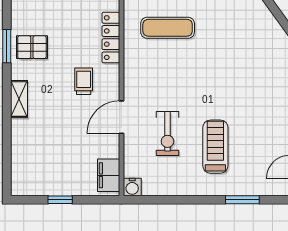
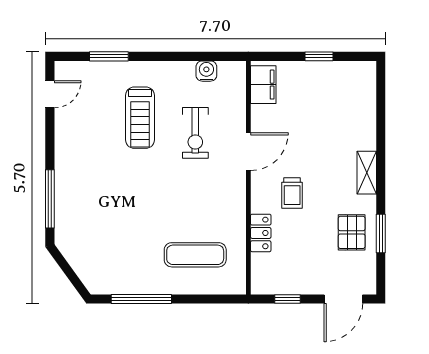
locker: (111, 38) -> (261, 233), width x0.66
pallet: (32, 47) -> (352, 232), turned 90
exercise bike: (167, 133) -> (195, 133), turned 180
water cooler: (132, 187) -> (206, 71), moved

